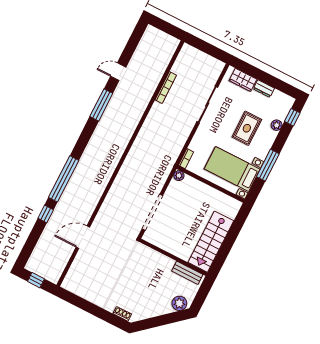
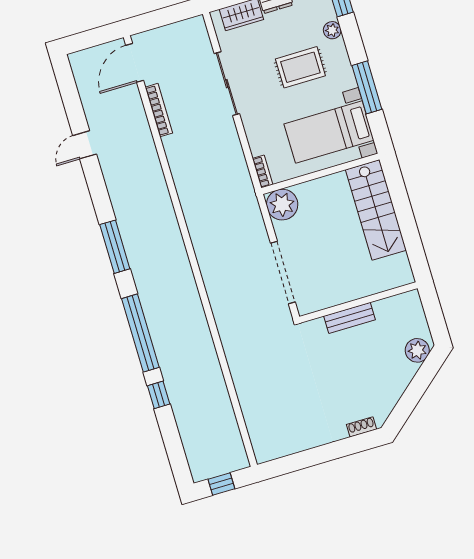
window: (101, 105) -> (115, 247), moved
rug: (247, 128) -> (300, 67), turned 90
plant: (179, 176) -> (282, 205), width x1.88, depth x1.88
door: (83, 237) -> (135, 63), moved
stairs: (211, 242) -> (376, 210), moved
bench: (187, 273) -> (349, 318), moved

